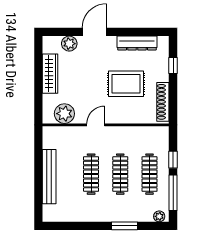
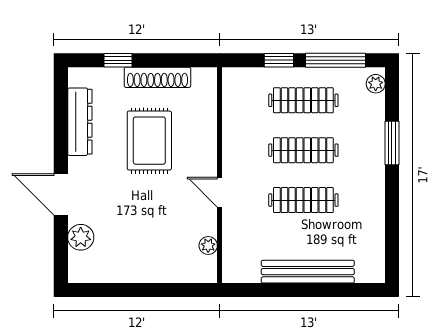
wardrobe: (50, 74) -> (132, 270), removed
shoe rack: (163, 102) -> (157, 77), moved
plant: (64, 114) -> (208, 246), width x0.53, depth x0.53

